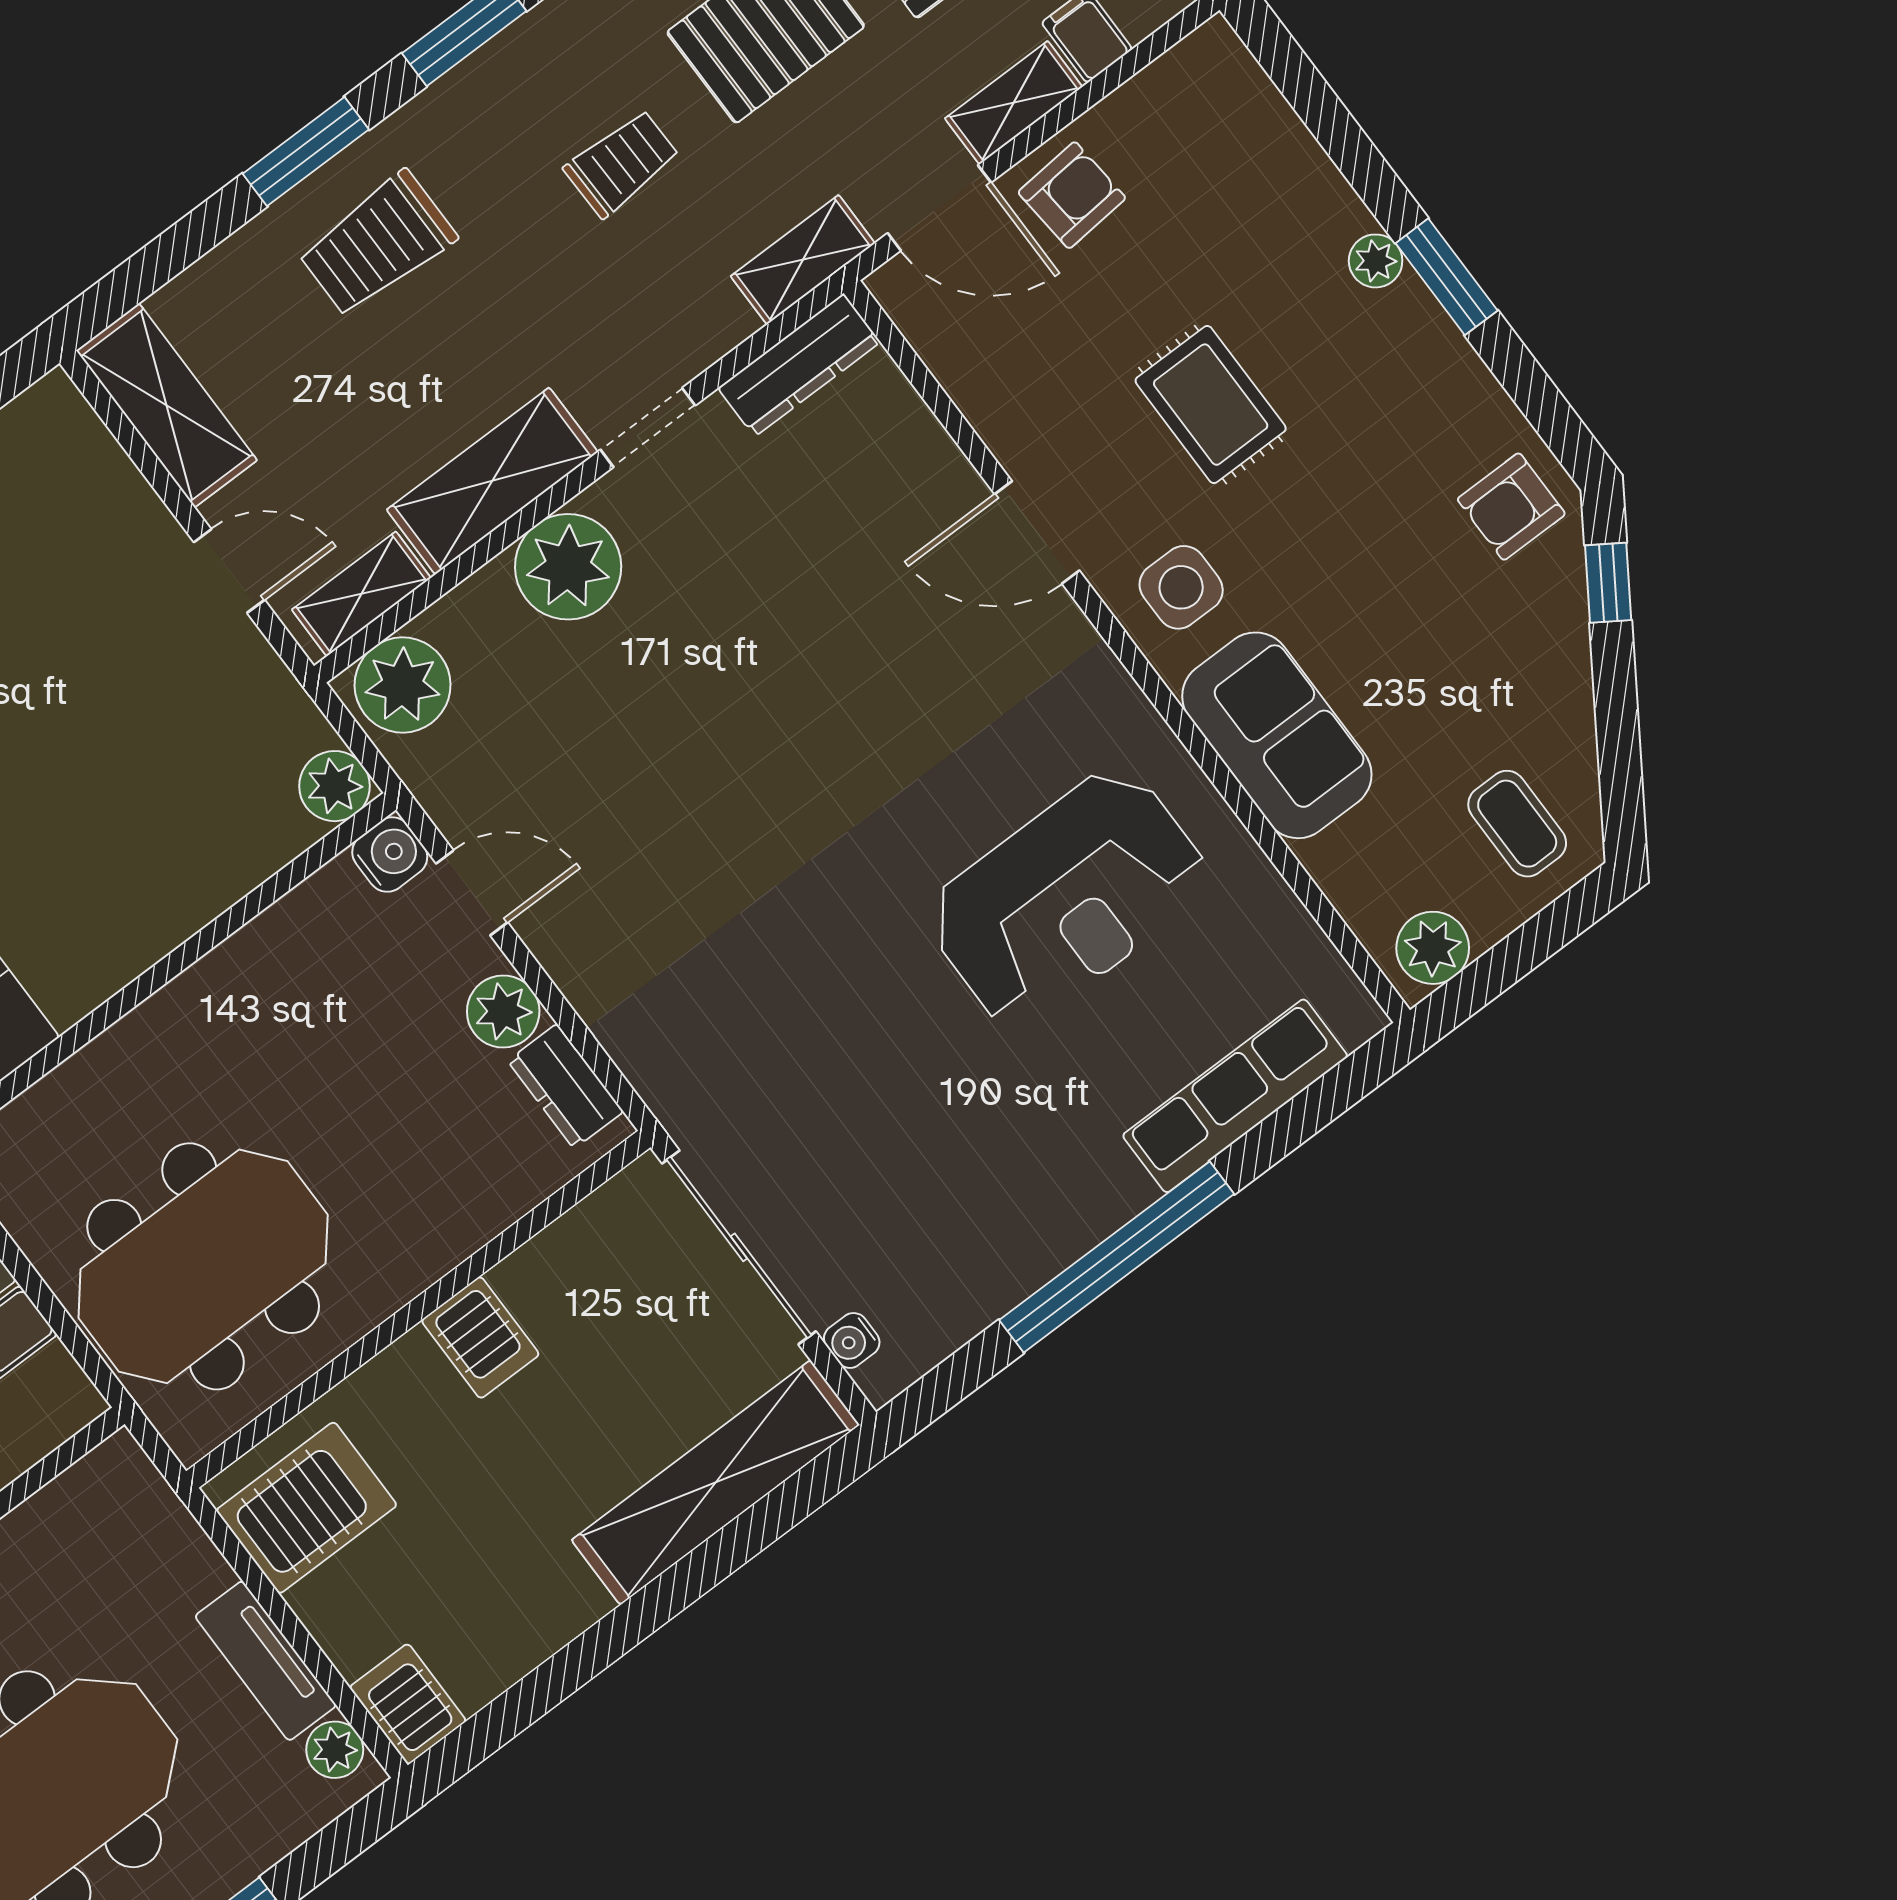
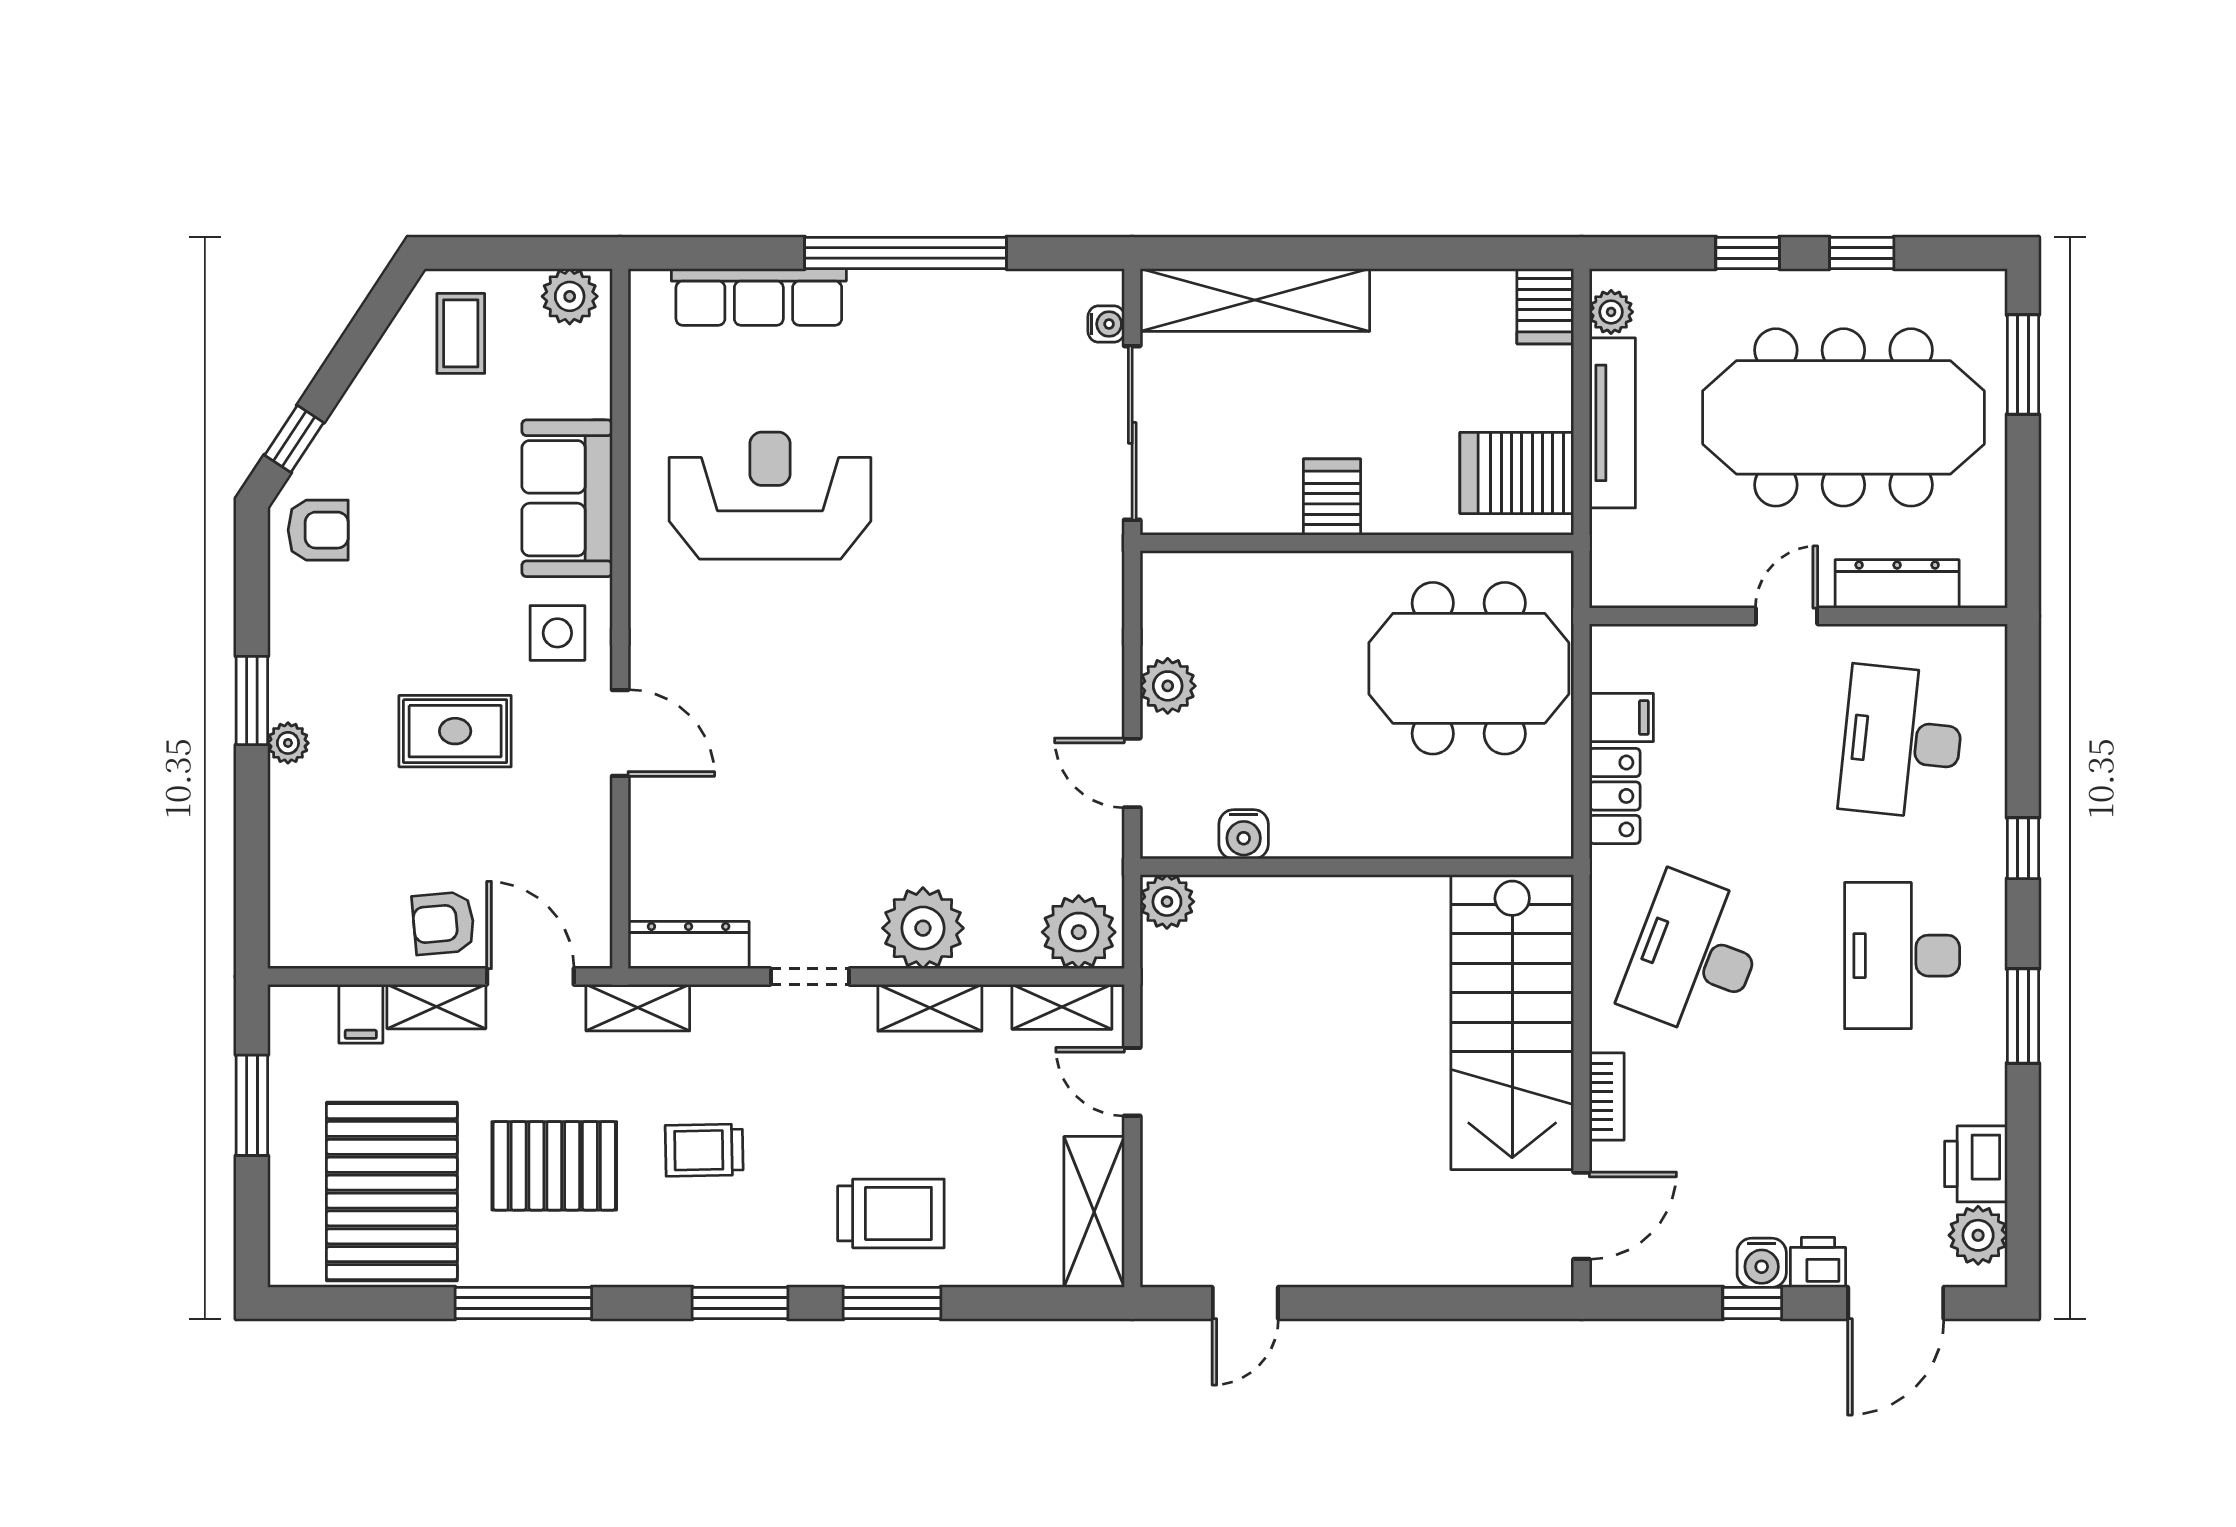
rug: (1211, 405) -> (455, 731), turned 90
shelving: (492, 481) -> (930, 1008), width x0.67, depth x0.75
water cooler: (390, 854) -> (1244, 834), moved, turned -90
dresser: (566, 1086) -> (1164, 611), removed
tv unit: (266, 1661) -> (1612, 423), width x1.41

